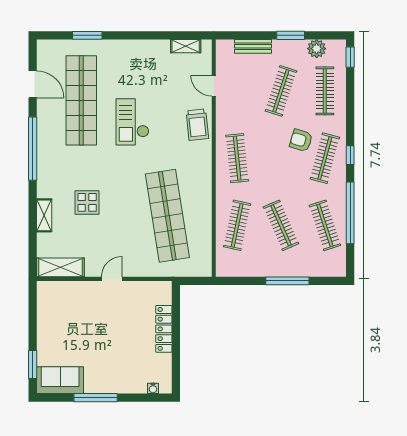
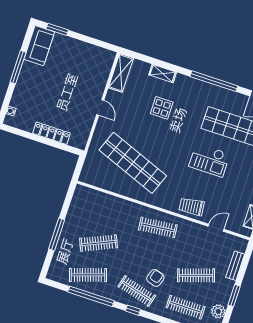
clothes rail: (281, 91) -> (196, 275), turned -36
checkout: (132, 122) -> (209, 160), turned 180
shop shelf: (167, 216) -> (133, 163), turned 30
clothes rail: (237, 225) -> (109, 211), removed

